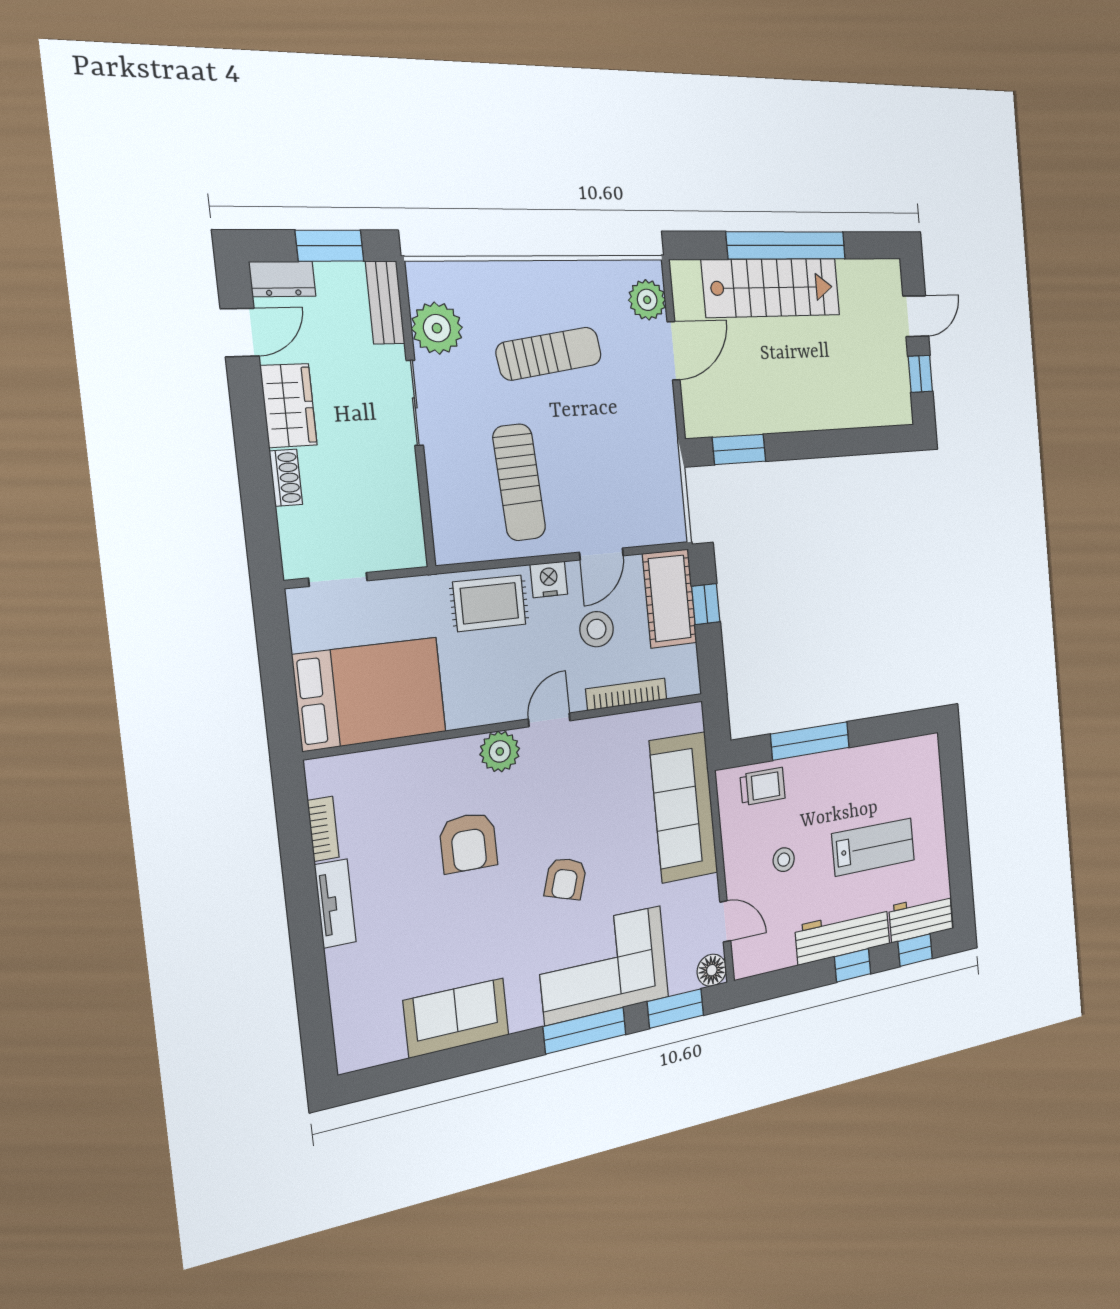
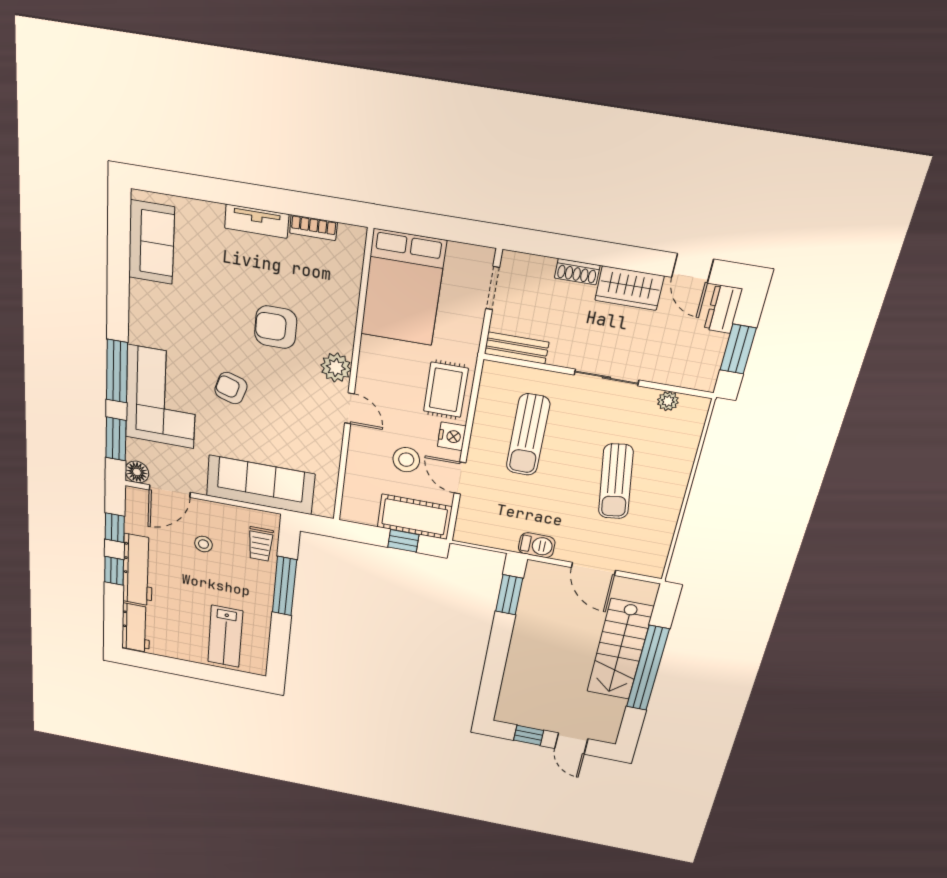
plant: (647, 300) -> (636, 561), removed
bench: (385, 302) -> (516, 348), moved
plant: (437, 328) -> (668, 401), width x0.53, depth x0.53
barbecue: (663, 432) -> (537, 545), added
sun lounger: (519, 482) -> (528, 435), turned -87
bookcase: (627, 694) -> (353, 468), removed
lab bench: (873, 847) -> (225, 636), moved
door: (725, 921) -> (170, 491), width x1.38
window: (915, 950) -> (115, 528), moved
sofa: (457, 1018) -> (151, 242), moved

